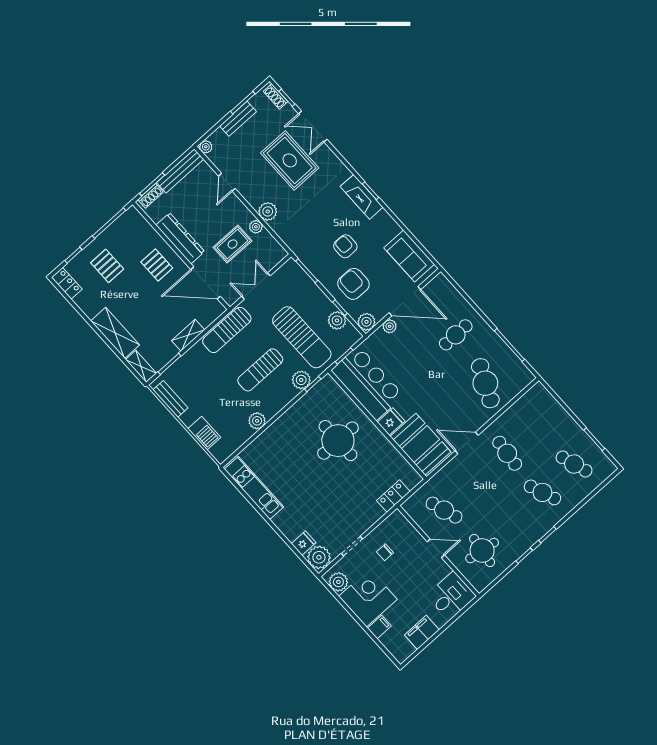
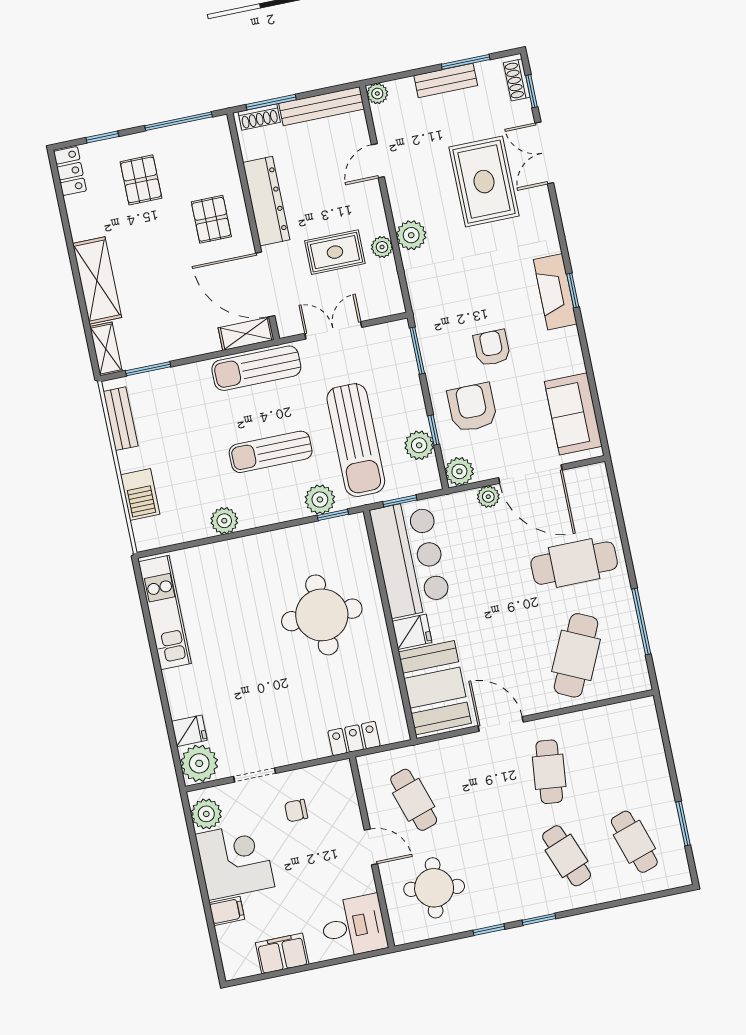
shelving: (188, 335) -> (246, 334), moved
cafe table: (456, 335) -> (574, 563), width x1.37, depth x1.35

